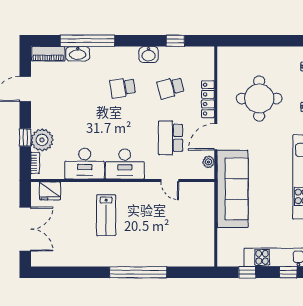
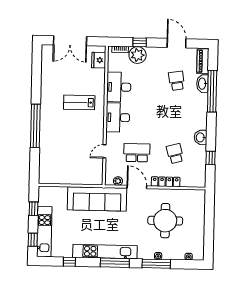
school desk: (123, 88) -> (177, 81), moved

